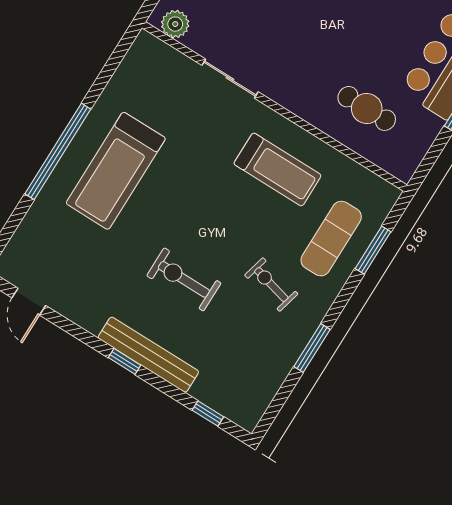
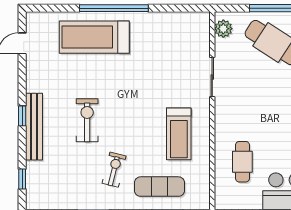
treadmill: (116, 171) -> (94, 37), moved

